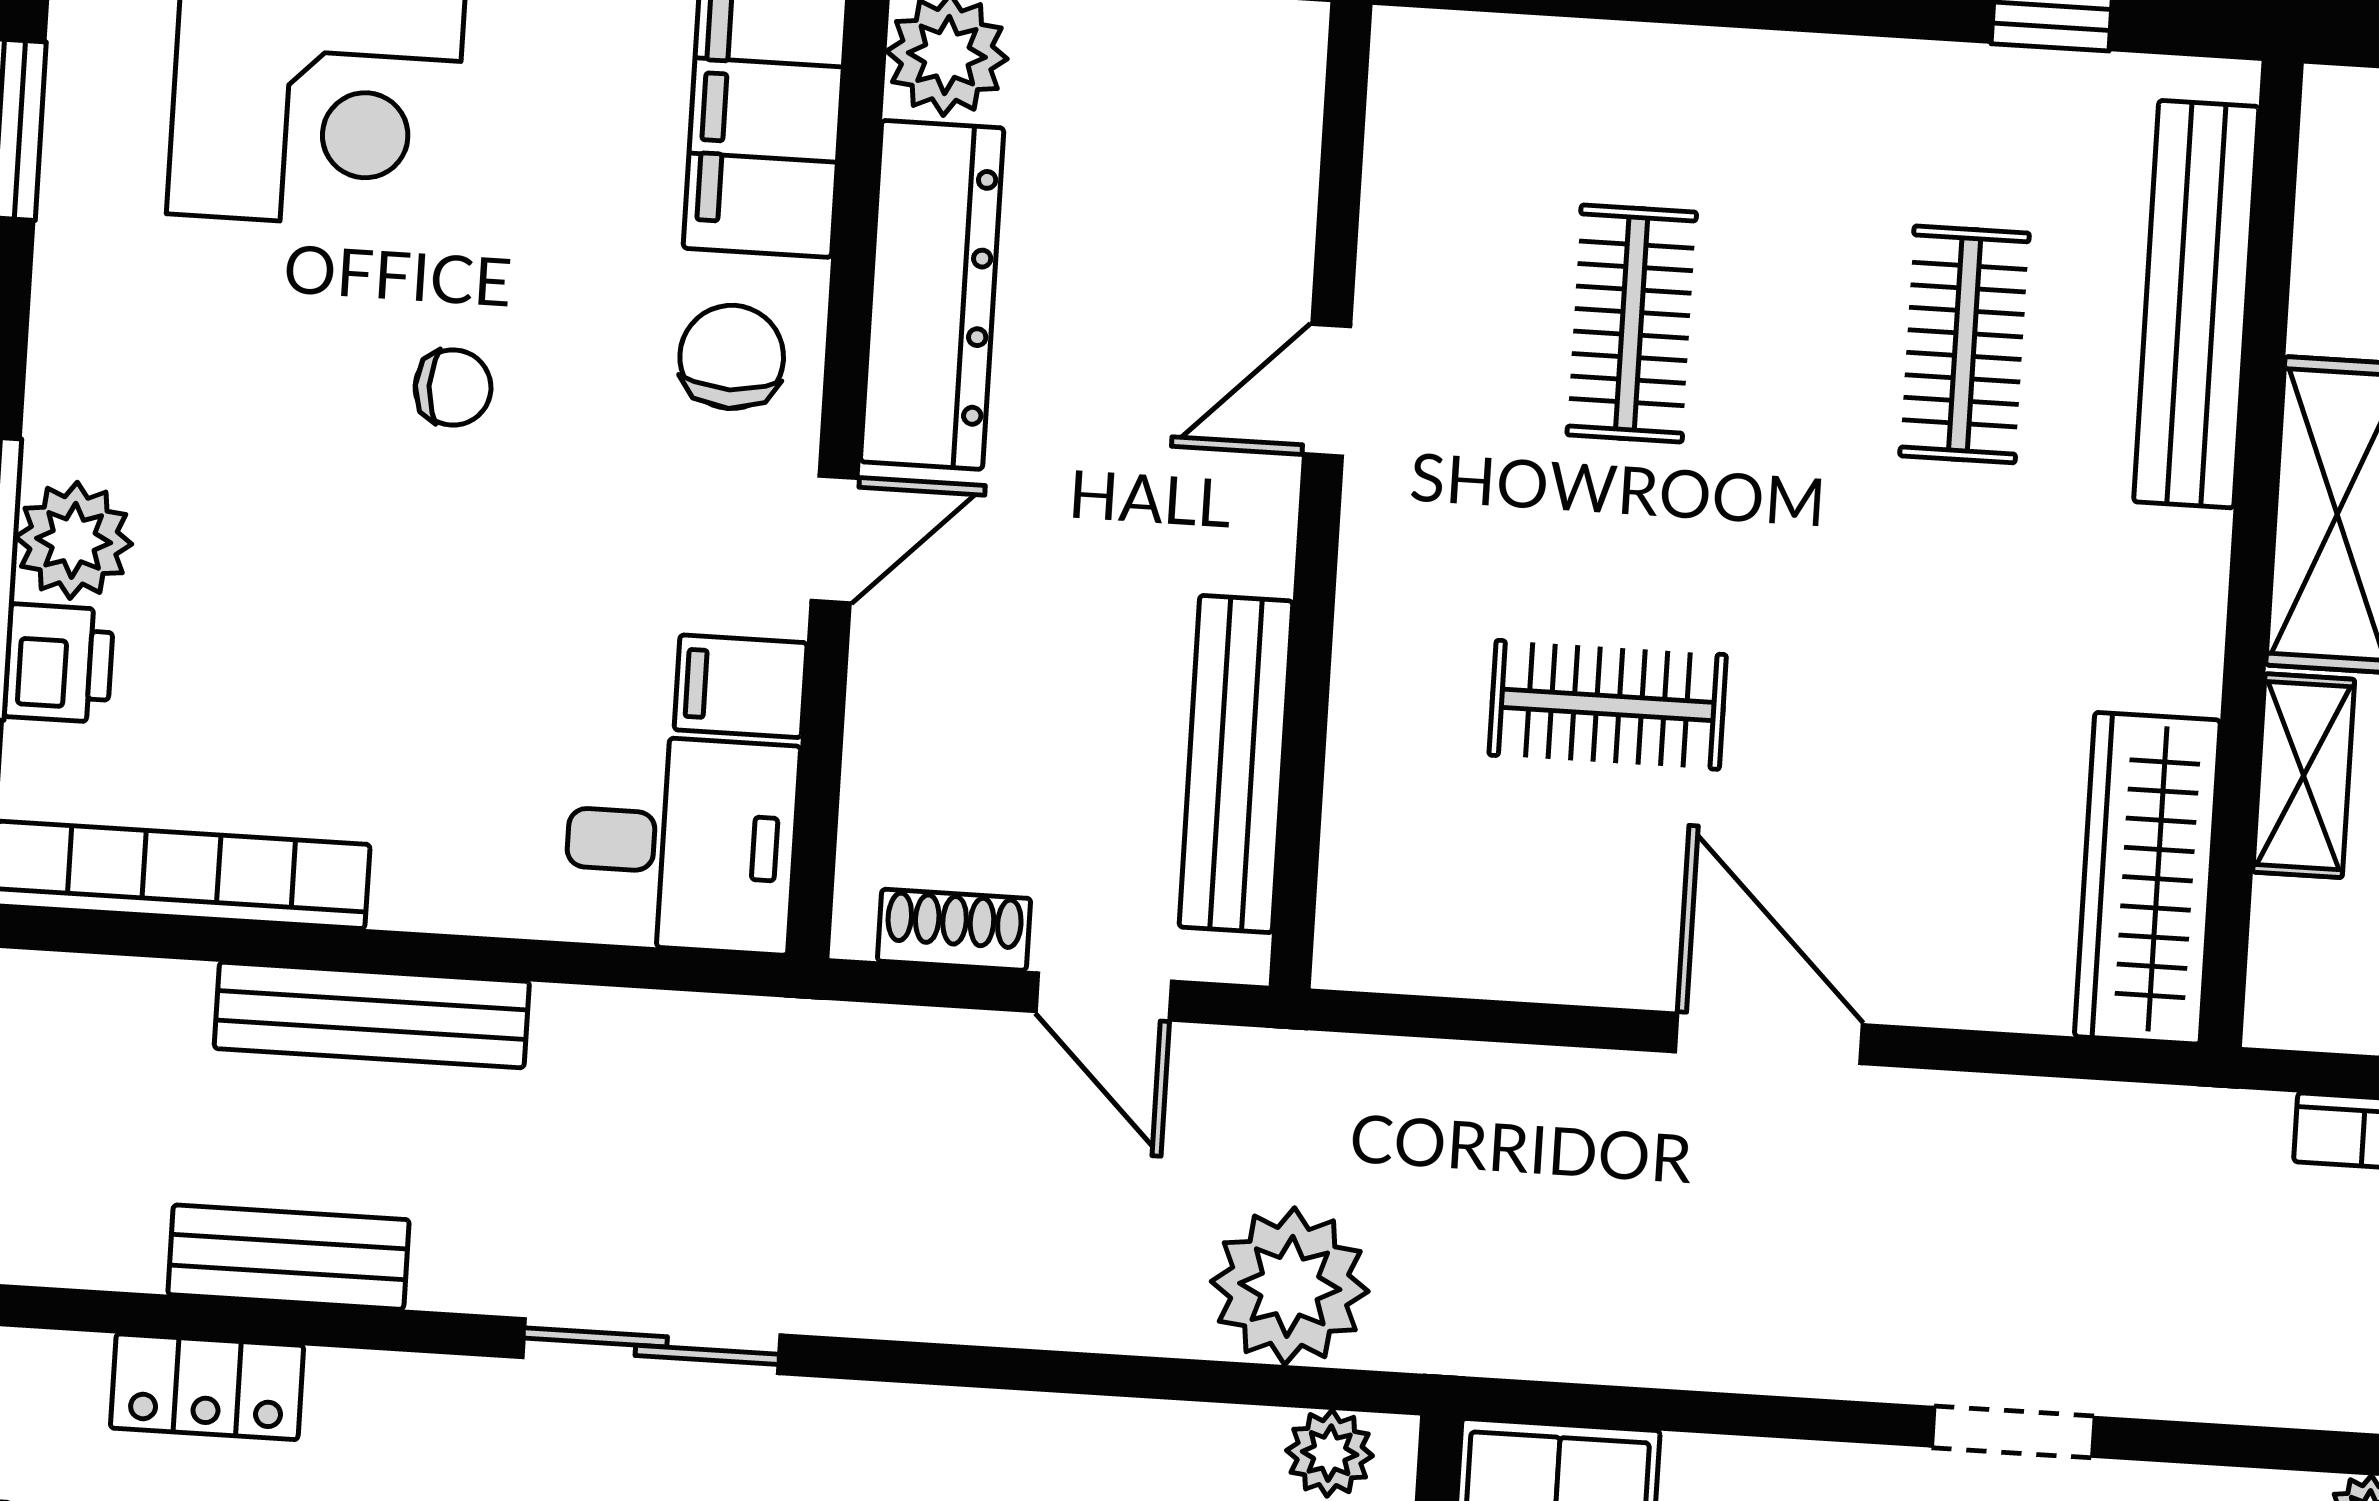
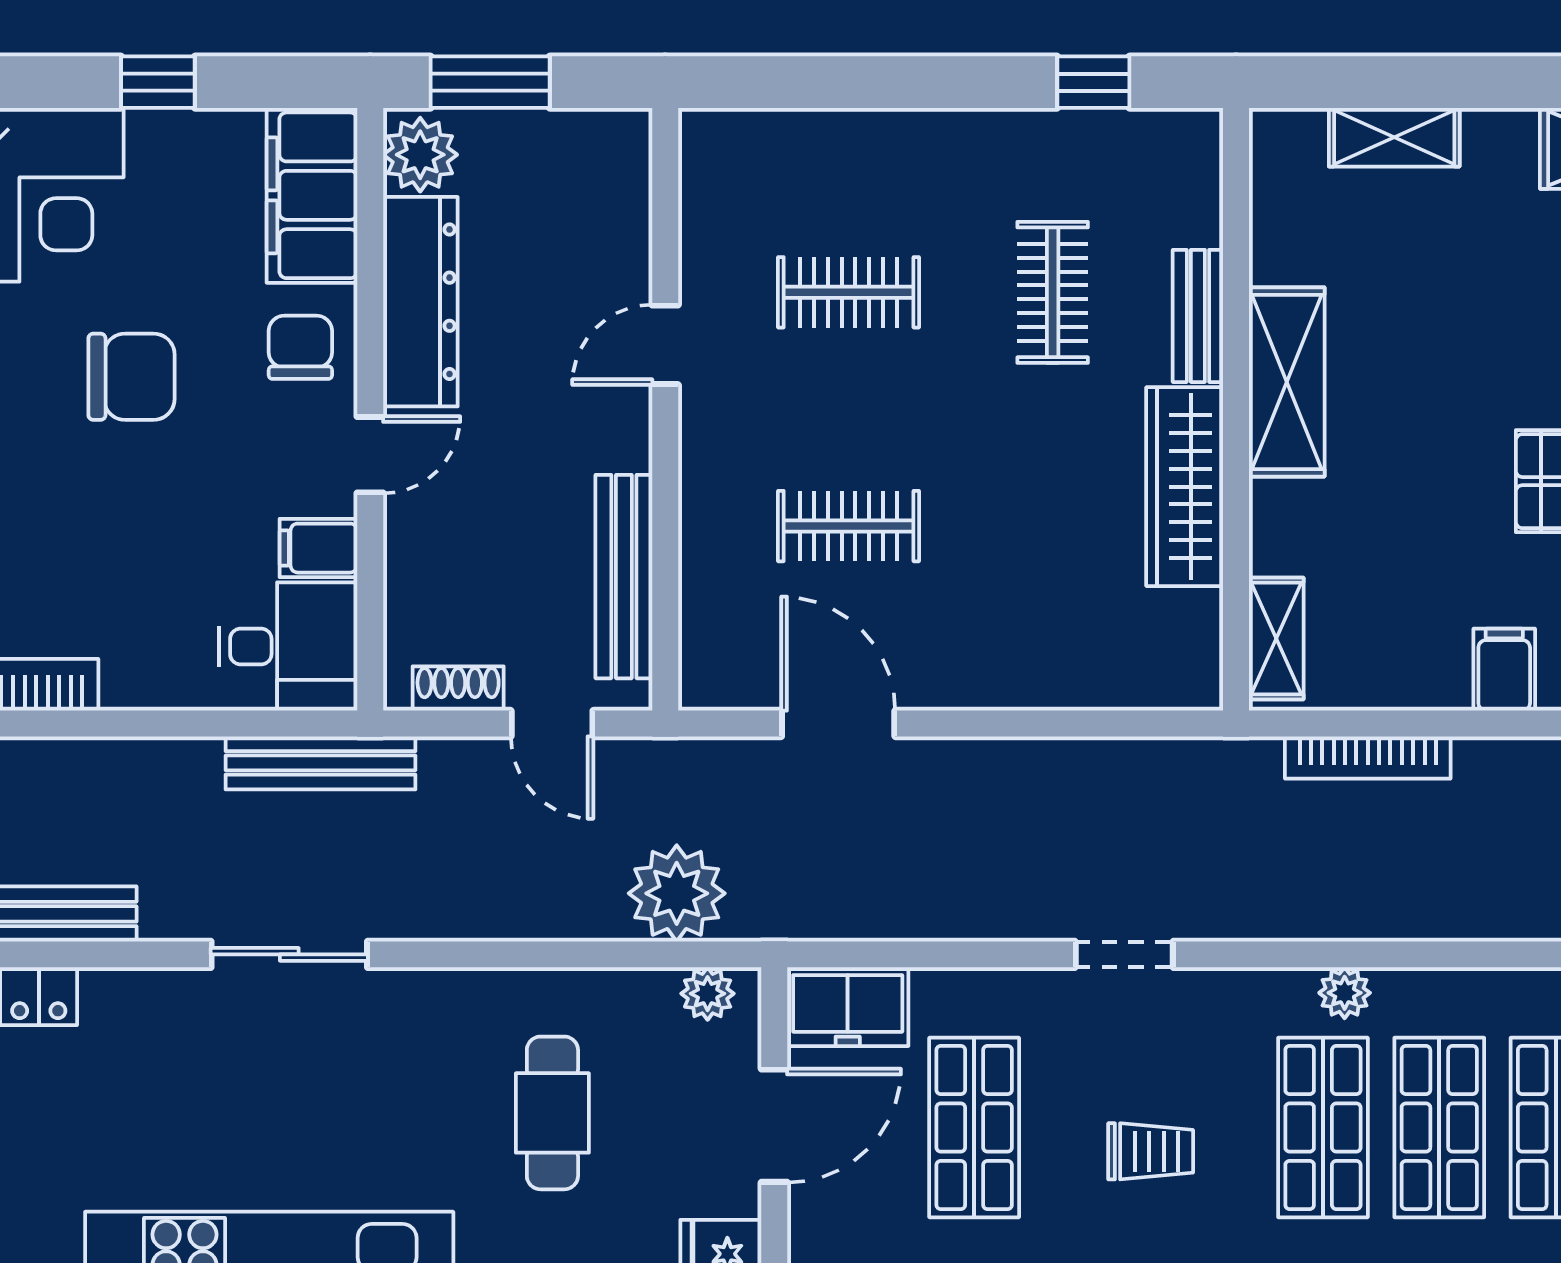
bench: (2196, 304) -> (1198, 316), width x0.54, depth x0.82
clothes rail: (1632, 323) -> (849, 292), turned 90
chair: (453, 388) -> (131, 377), width x1.87, depth x1.87
shelving: (2304, 776) -> (1276, 638), moved
wardrobe: (2147, 878) -> (1185, 487), moved
bench: (372, 1015) -> (320, 763), moved
door: (1769, 1038) -> (838, 723), moved

